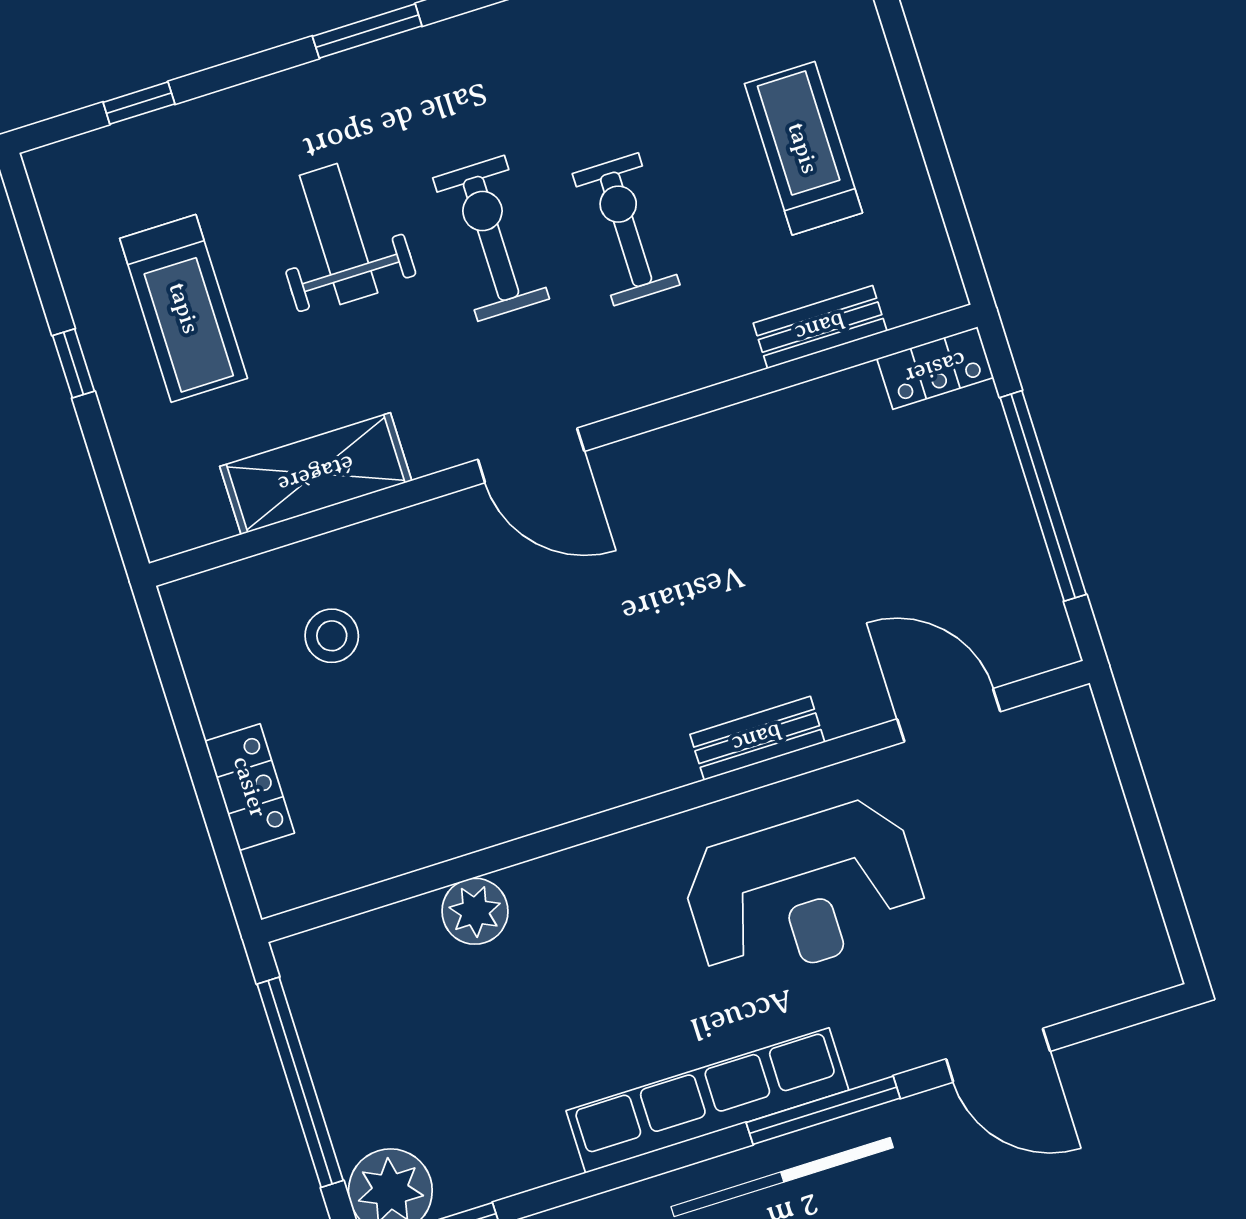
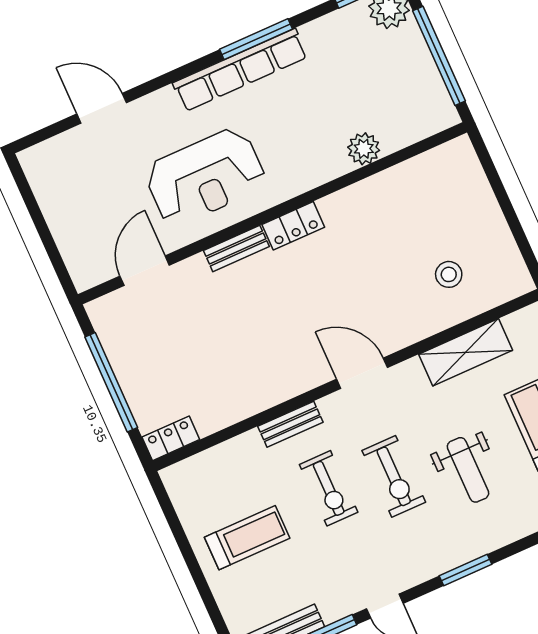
treadmill: (803, 148) -> (247, 538), turned -90
bench: (820, 327) -> (290, 424), moved
door: (949, 715) -> (145, 271), swing flipped
locker: (250, 787) -> (293, 226), moved, turned -90
reception desk: (804, 892) -> (205, 177), turned 180
window: (823, 1110) -> (256, 39), moved

